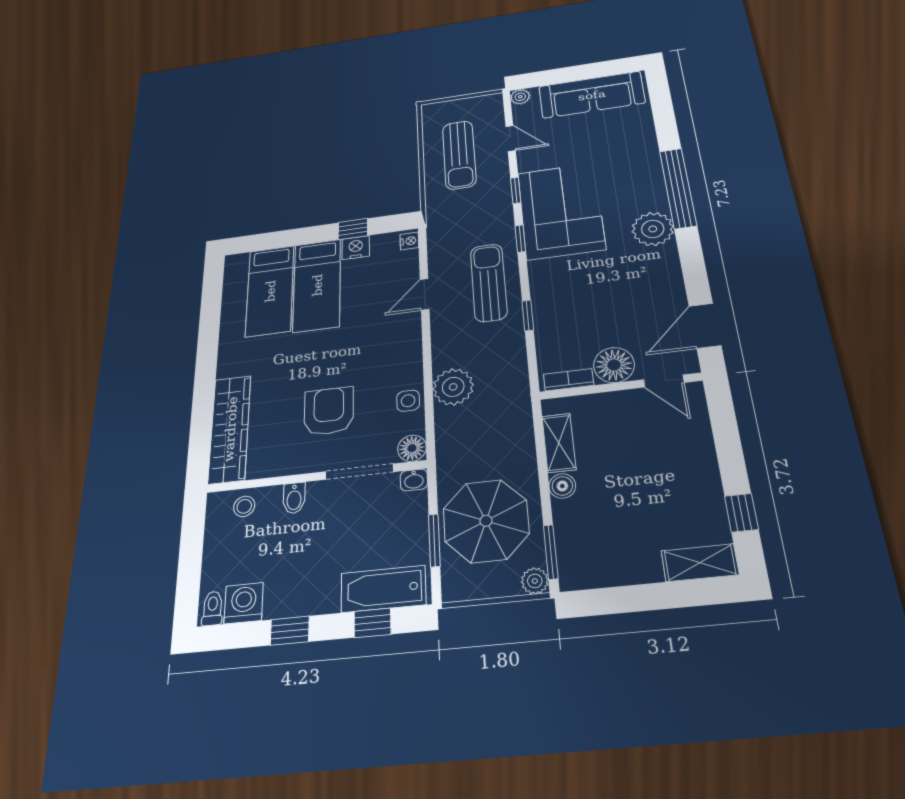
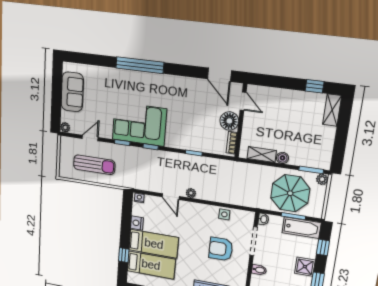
sofa: (592, 95) -> (72, 92), width x0.73
window: (353, 229) -> (124, 255), moved
plant: (653, 229) -> (161, 84), removed
sun lounger: (489, 282) -> (171, 167), removed
door: (664, 381) -> (243, 101), hinge flipped
plant: (453, 387) -> (191, 193), moved, width x0.53, depth x0.53
floor lamp: (412, 448) -> (248, 217), removed
bathtub: (383, 589) -> (302, 228), moved, turned -90
shower: (318, 594) -> (305, 267), added

